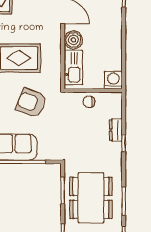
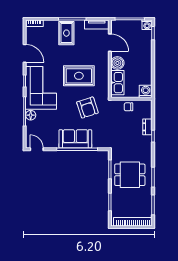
armchair: (31, 103) -> (87, 108), turned -129
dining table: (91, 198) -> (130, 175), width x0.73

